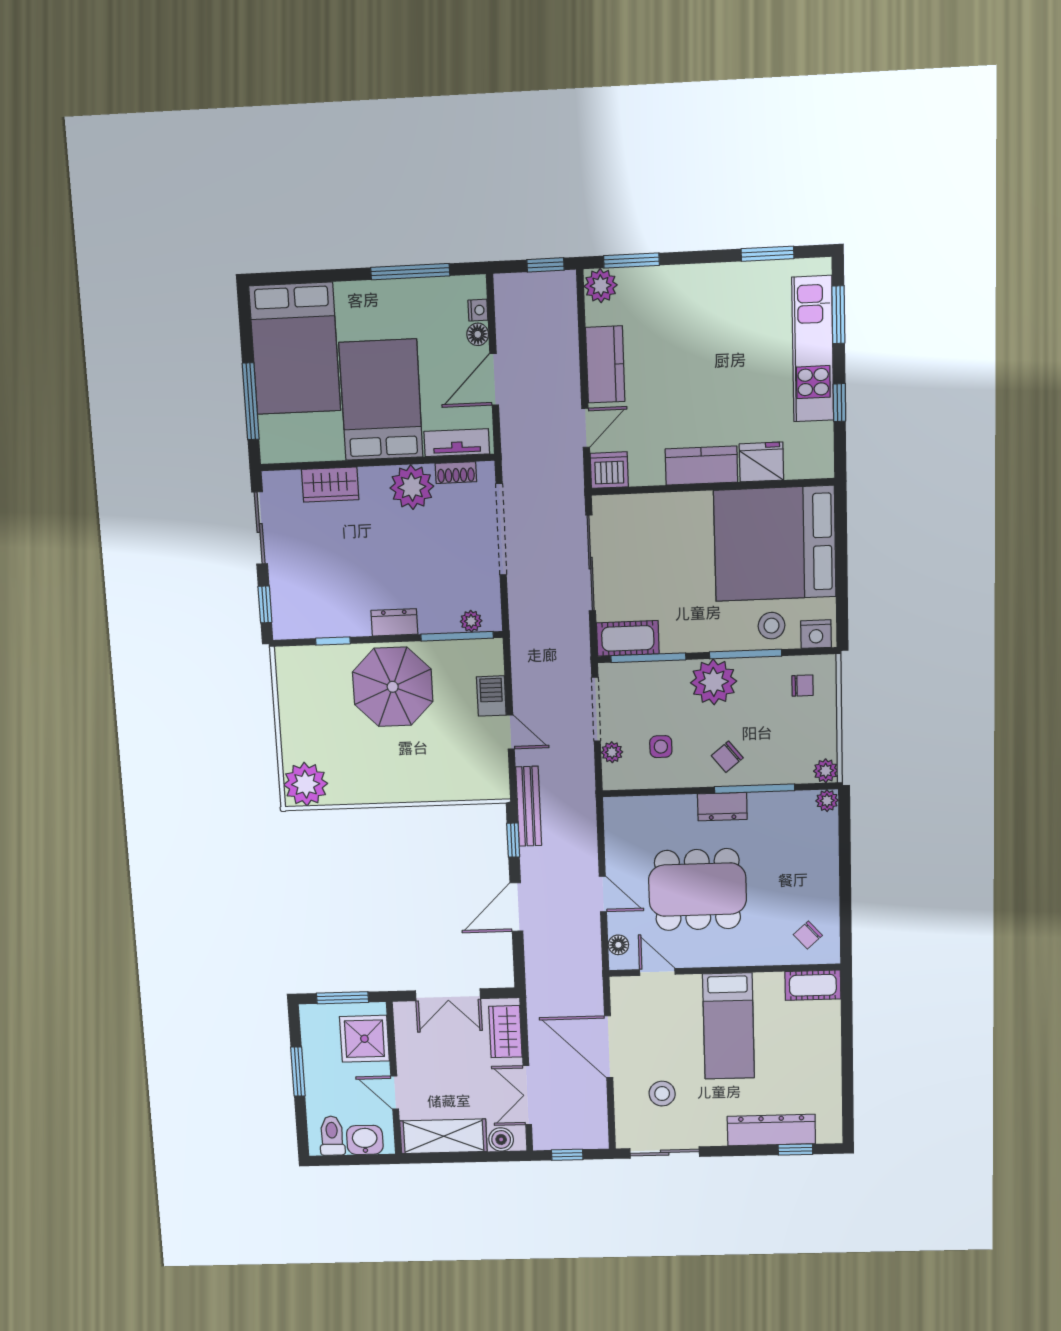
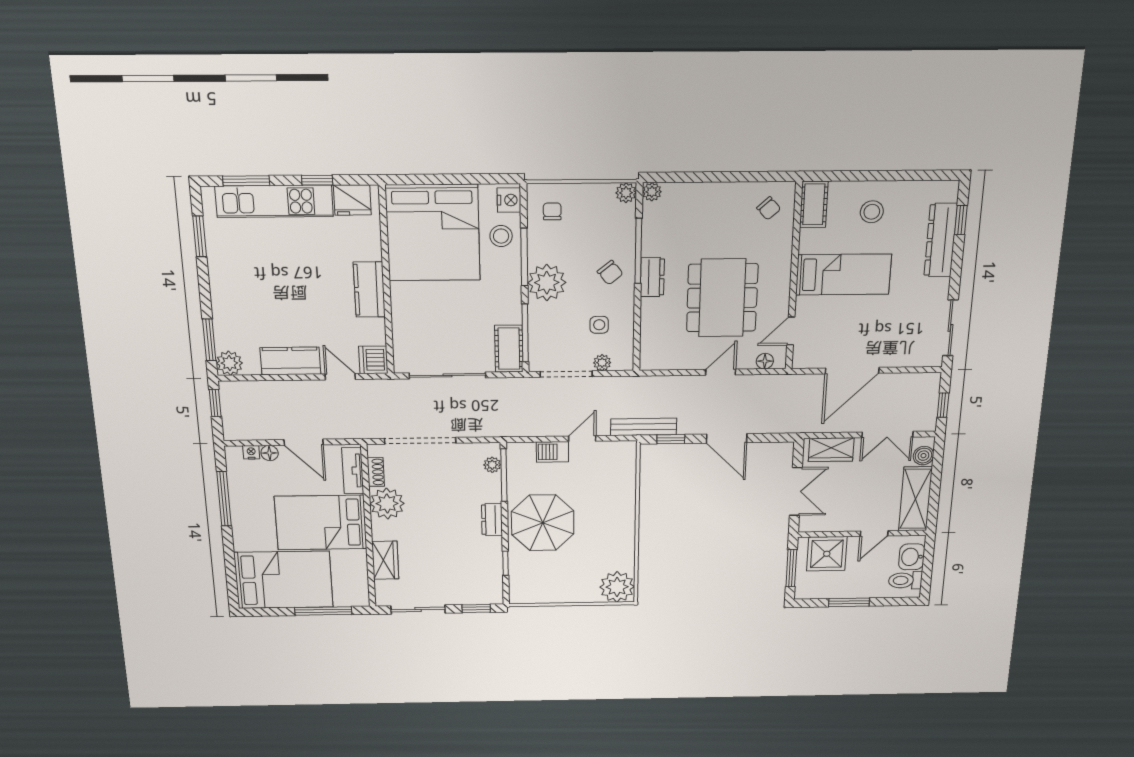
fridge: (761, 462) -> (352, 200), moved, turned -90
stool: (662, 1094) -> (872, 212), moved

